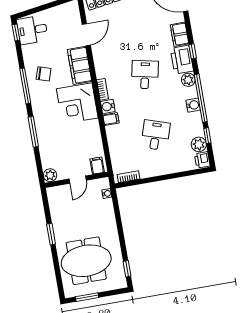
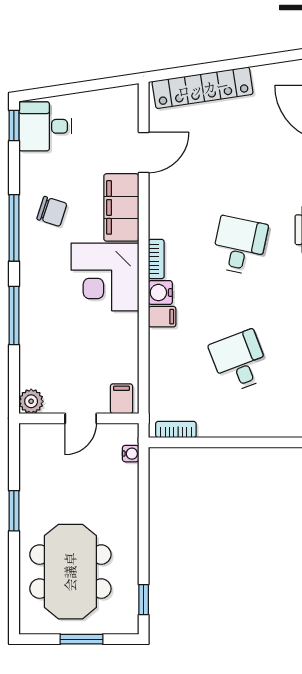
desk: (156, 135) -> (240, 361), turned -39
meeting table: (86, 261) -> (70, 572), turned 90
window: (87, 297) -> (81, 639), moved

